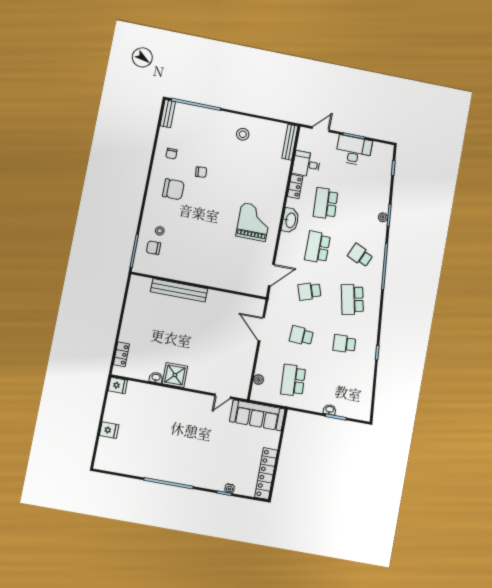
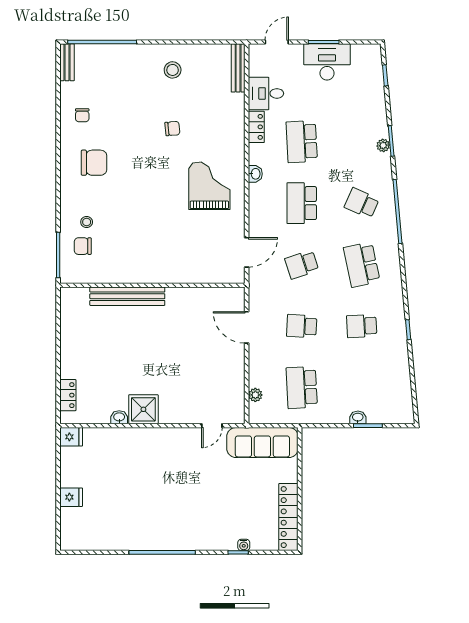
chair: (201, 172) -> (172, 129), moved
washbasin: (290, 220) -> (255, 174), width x0.52, depth x0.69

